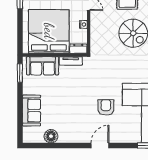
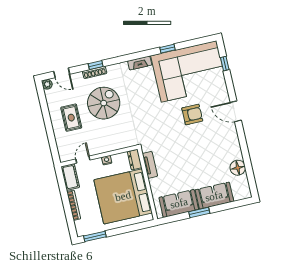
sofa: (43, 66) -> (179, 203), moved, turned -90
window: (20, 73) -> (199, 212), moved
armchair: (106, 107) -> (192, 115), turned 180

